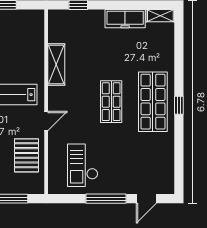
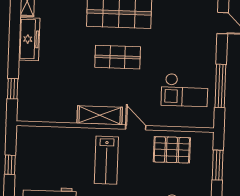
shelving: (56, 65) -> (100, 115), moved
window: (106, 199) -> (220, 86), moved

